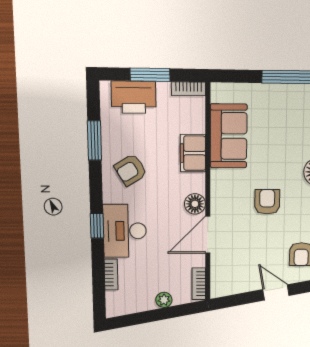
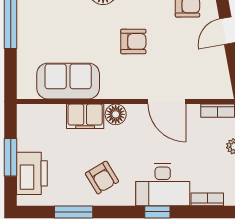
bookcase: (188, 89) -> (23, 120), removed
armchair: (267, 202) -> (133, 41), turned 180
floor lamp: (195, 204) -> (116, 114), moved

